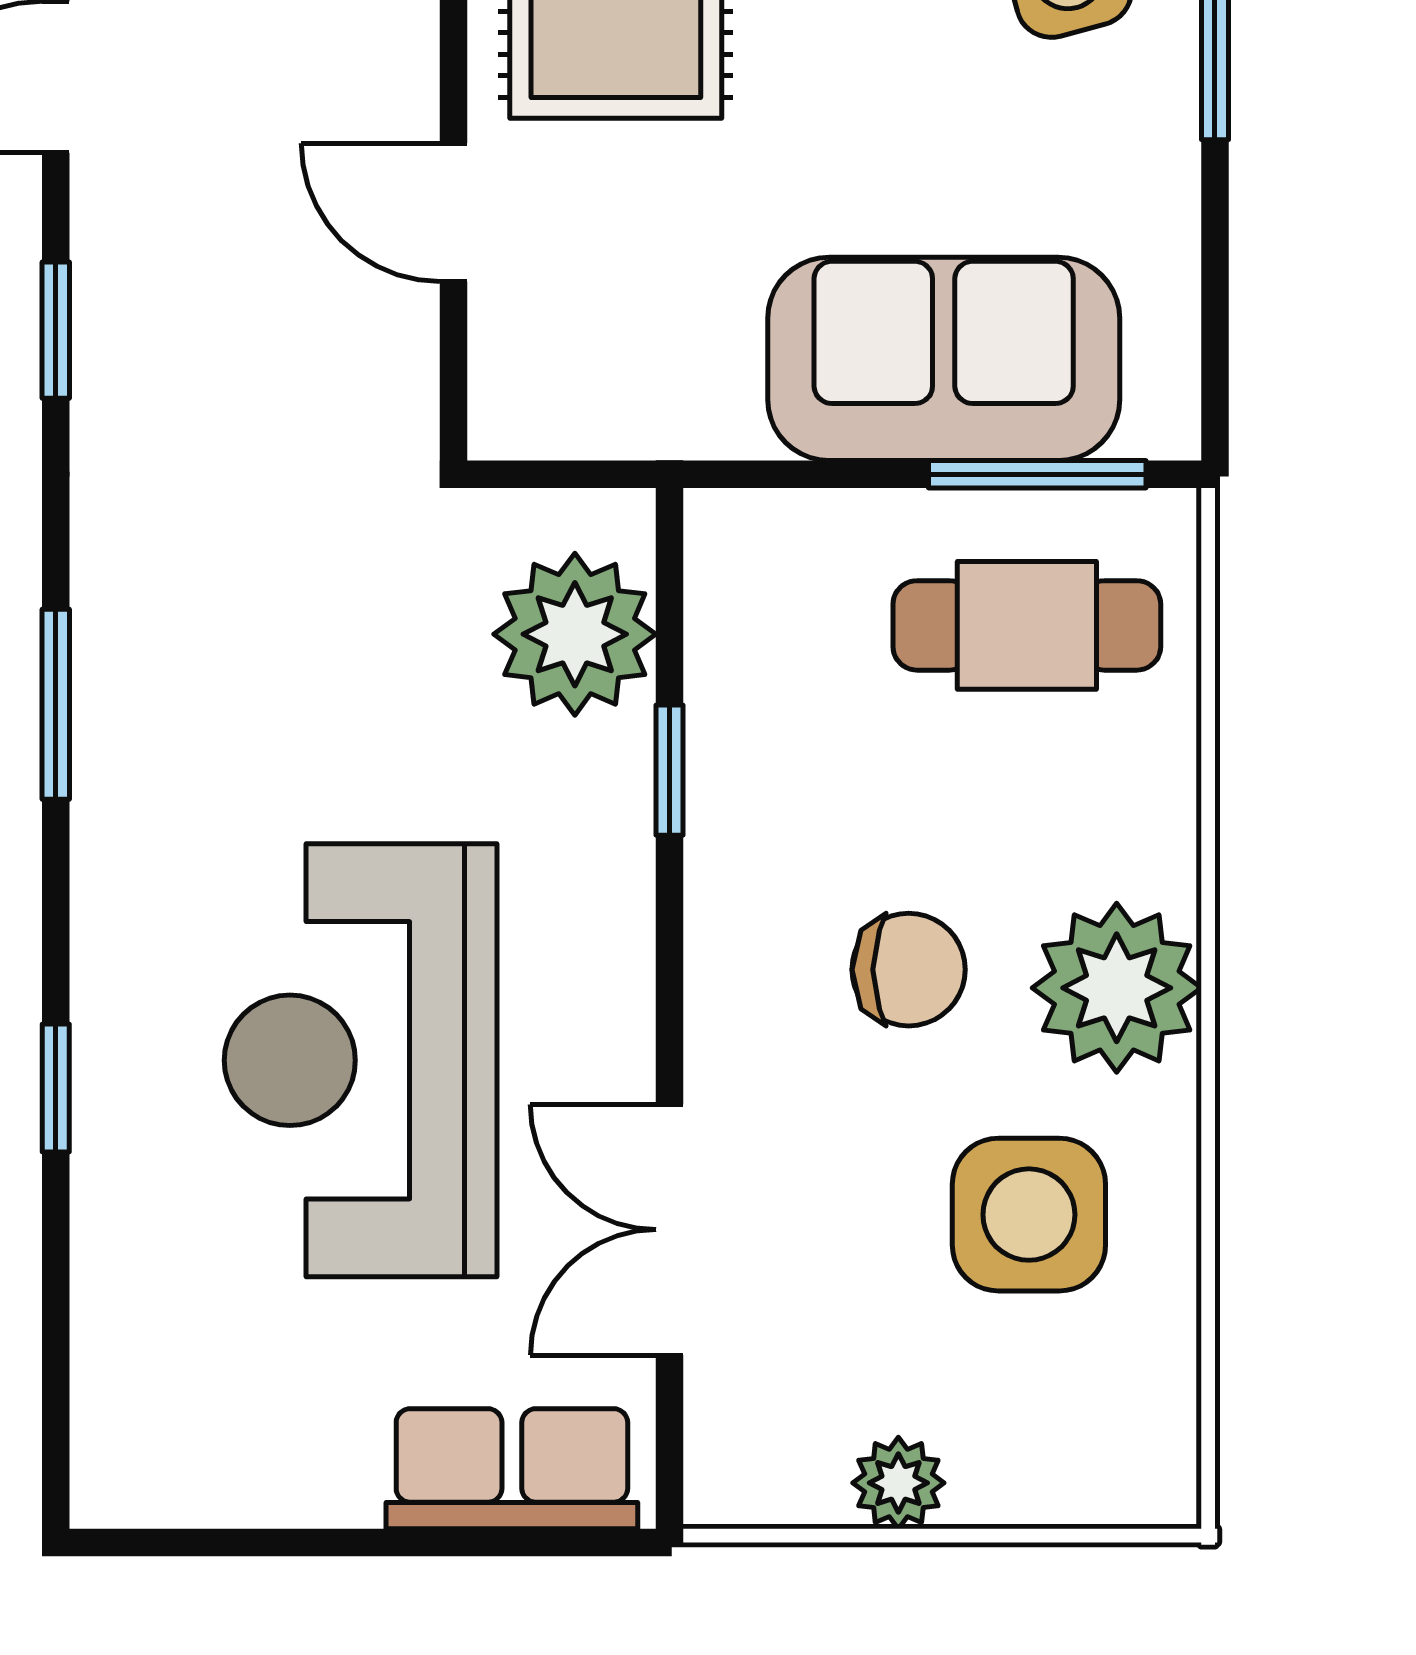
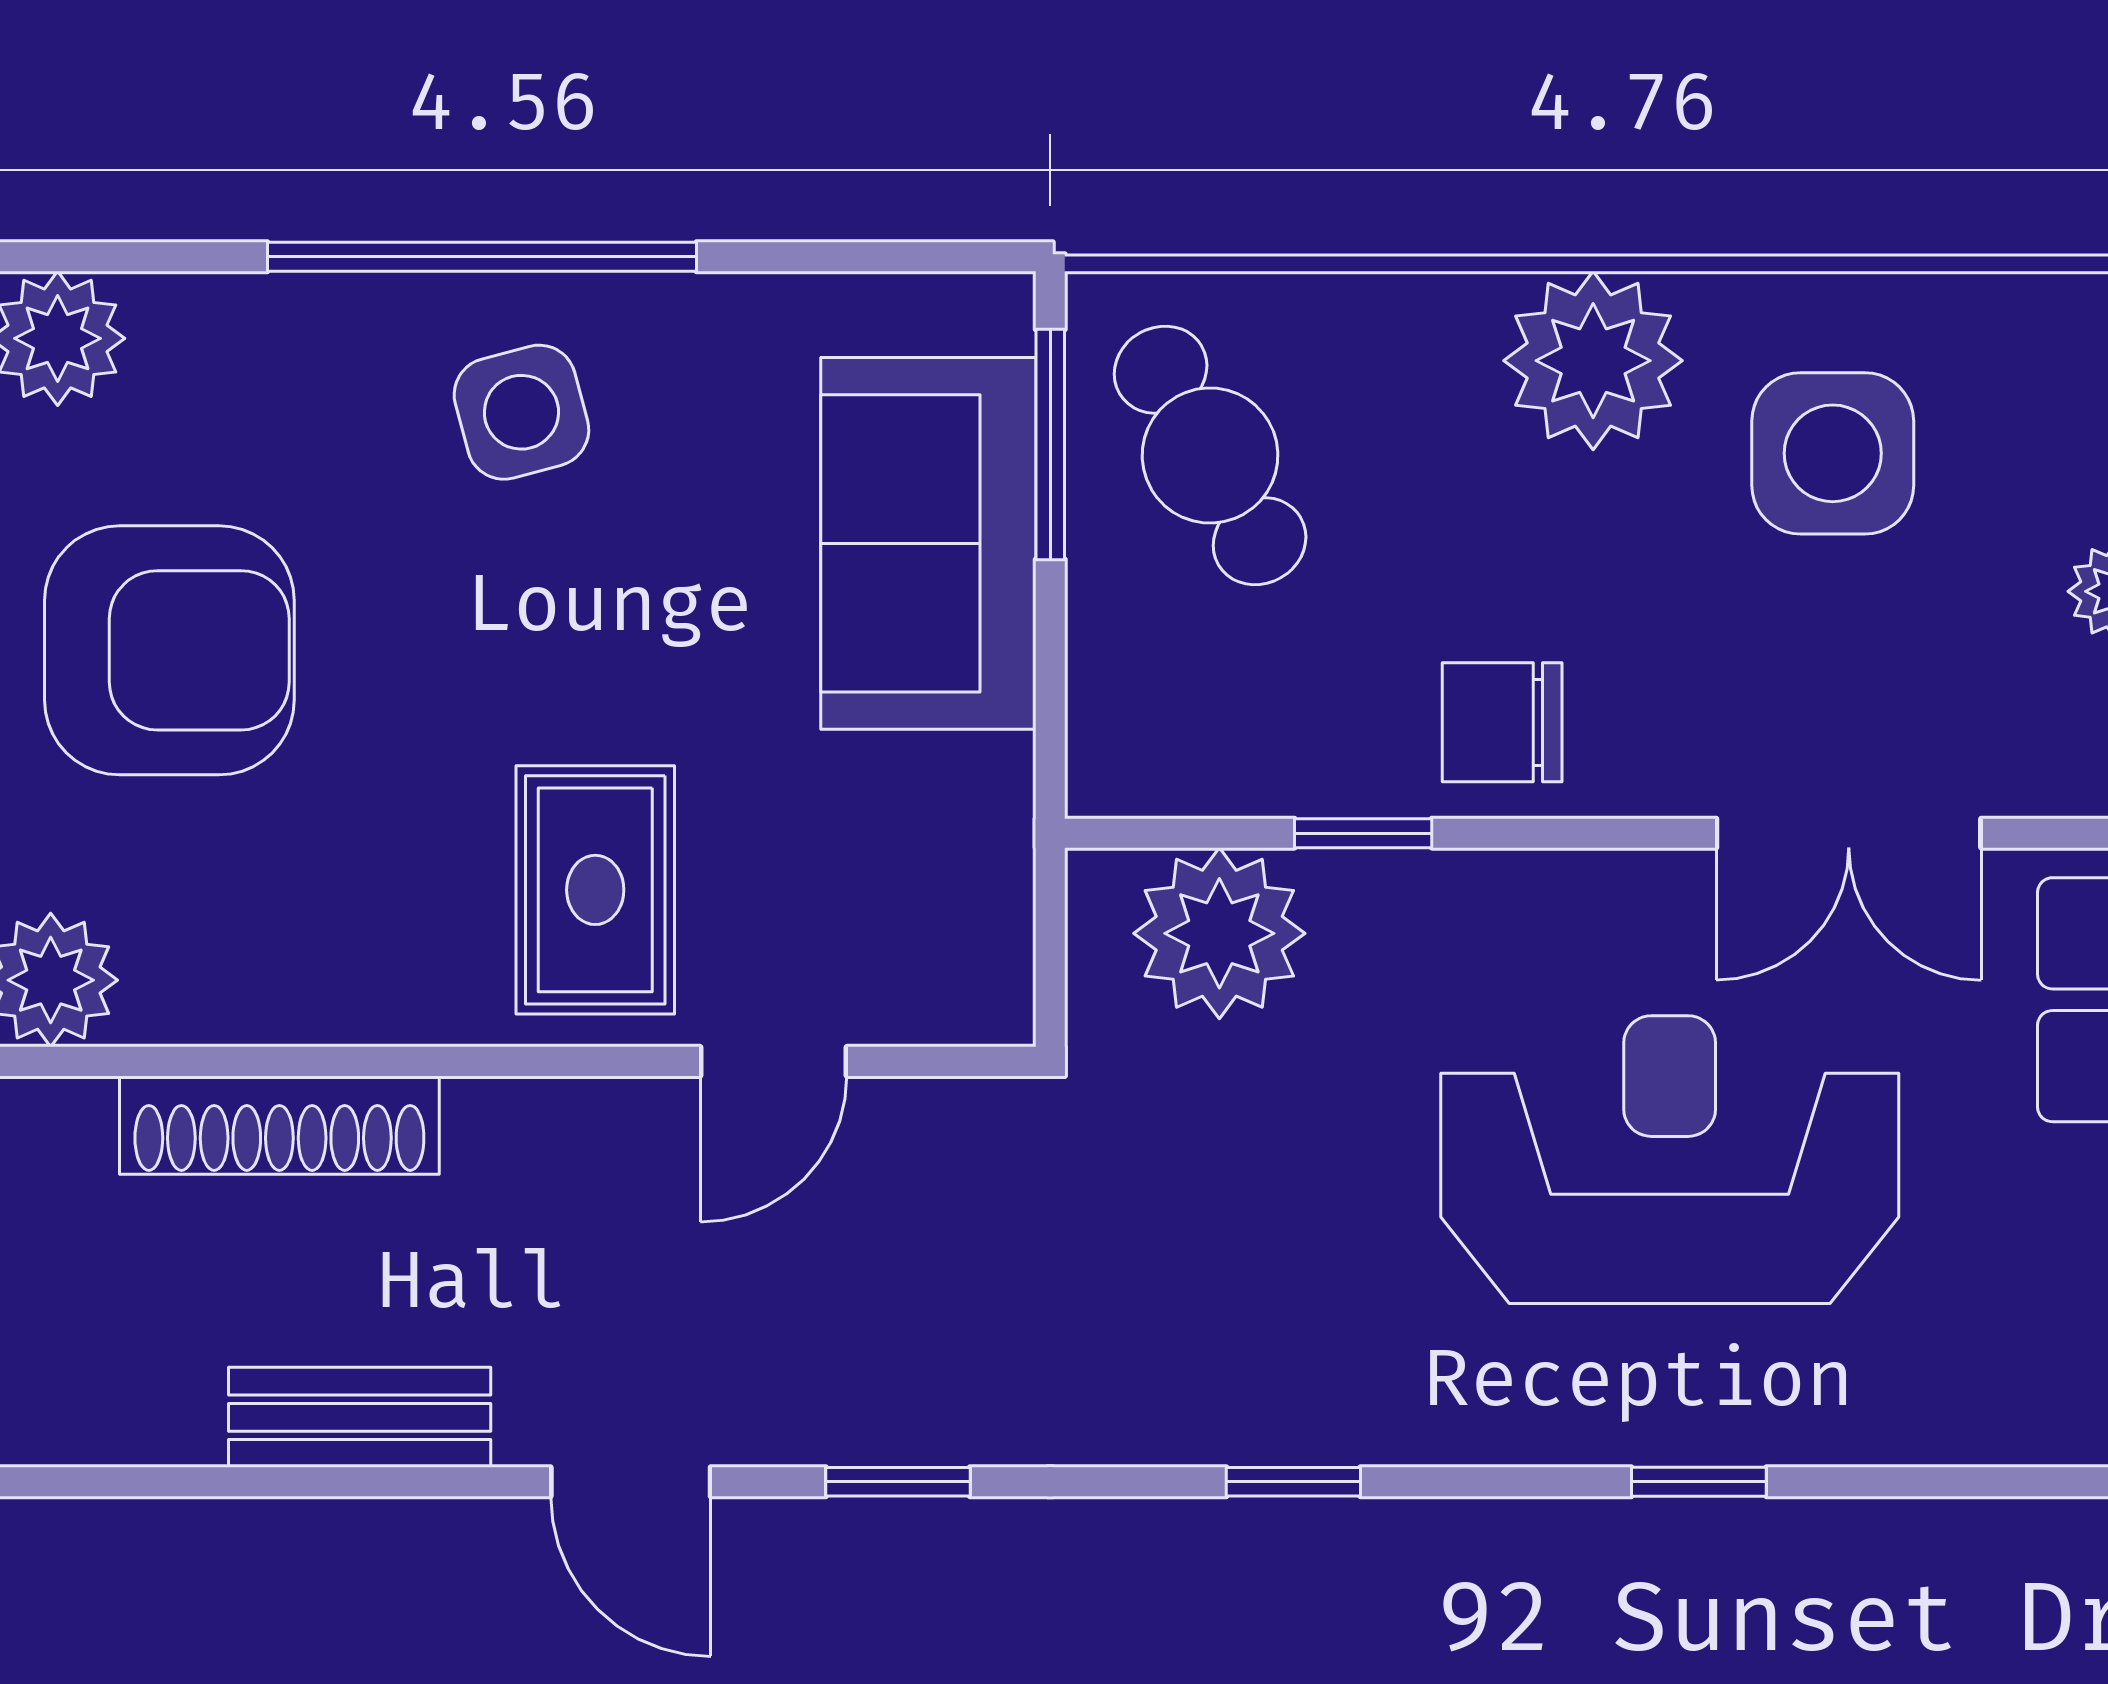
cafe table: (1027, 625) -> (1210, 455), turned -30
window: (56, 704) -> (1293, 1482), width x0.67
chair: (909, 970) -> (1502, 722), moved, turned -90
reception desk: (361, 1060) -> (1670, 1160), turned 180

